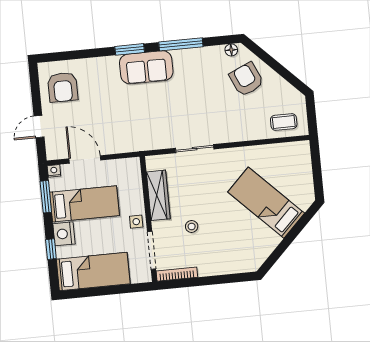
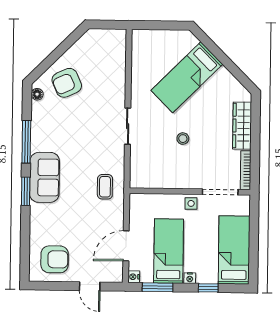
coffee table: (284, 122) -> (105, 187), moved
sliding door: (195, 149) -> (128, 126), moved
wardrobe: (158, 195) -> (242, 126), moved, turned -90
stool: (192, 226) -> (183, 139), moved
nightstand: (64, 234) -> (190, 278), width x0.53, depth x0.56

